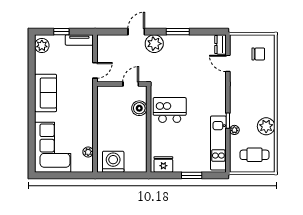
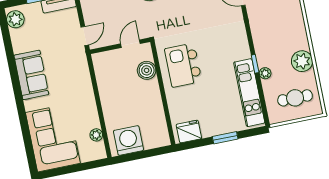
kitchen island: (170, 110) -> (183, 65), turned -90

